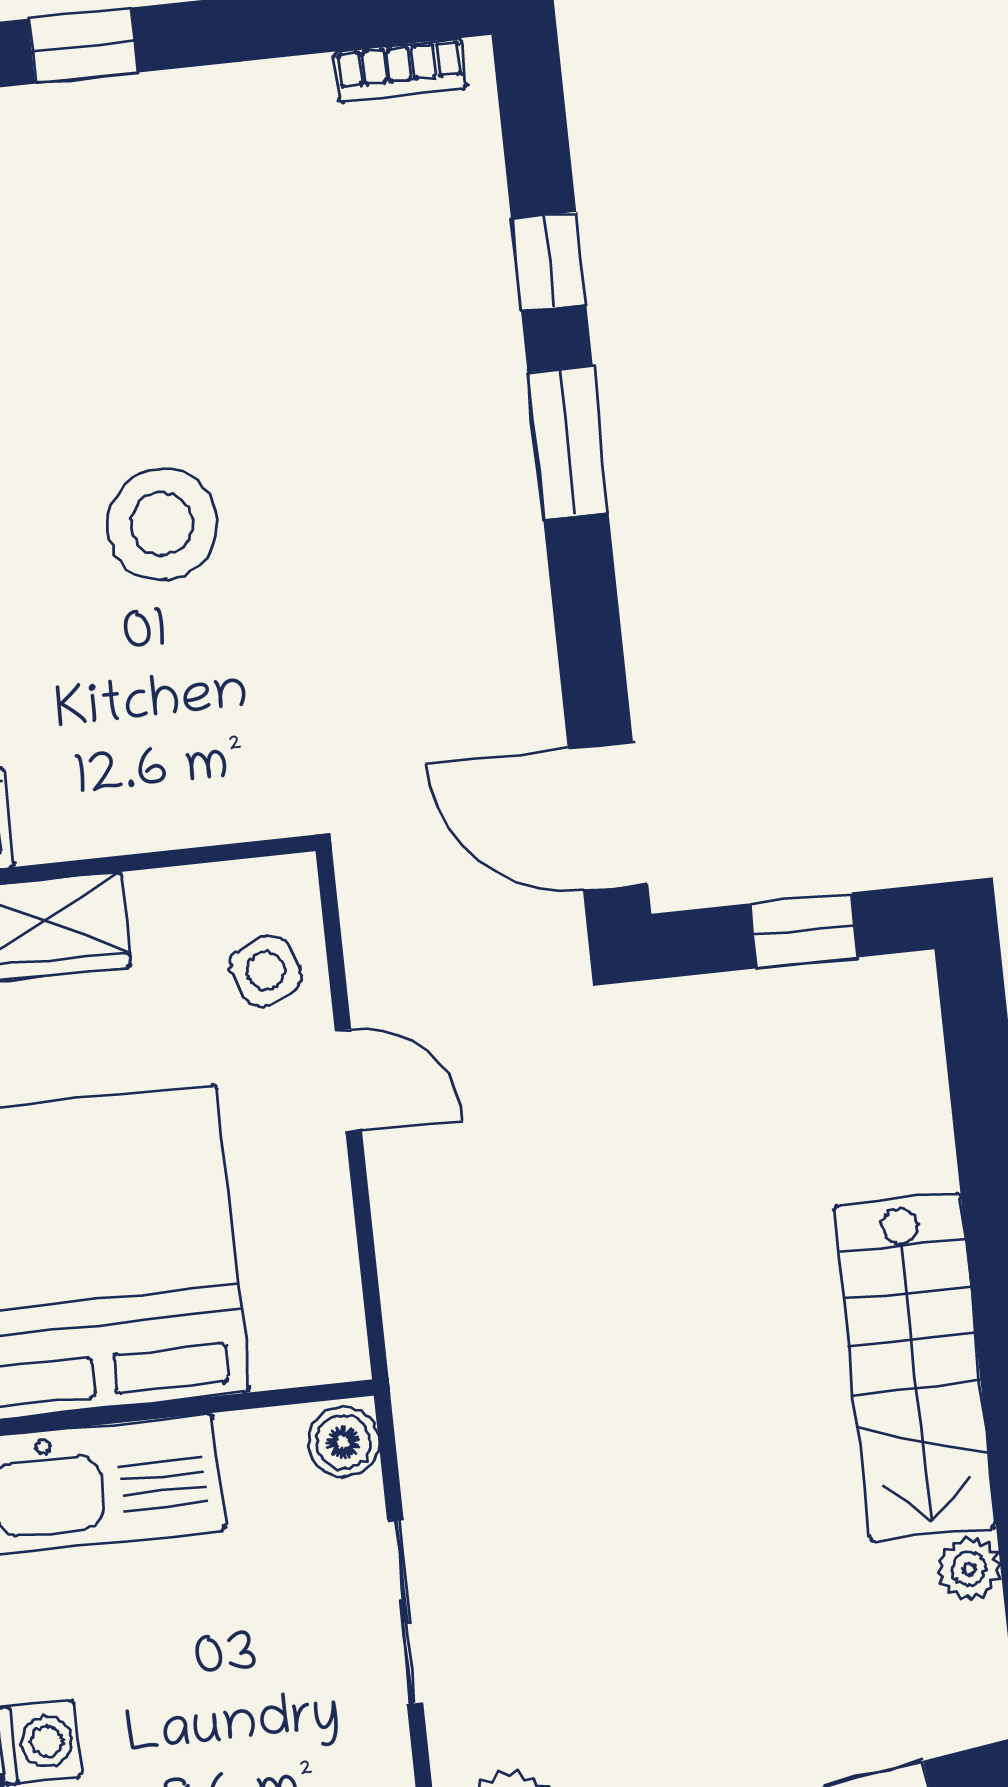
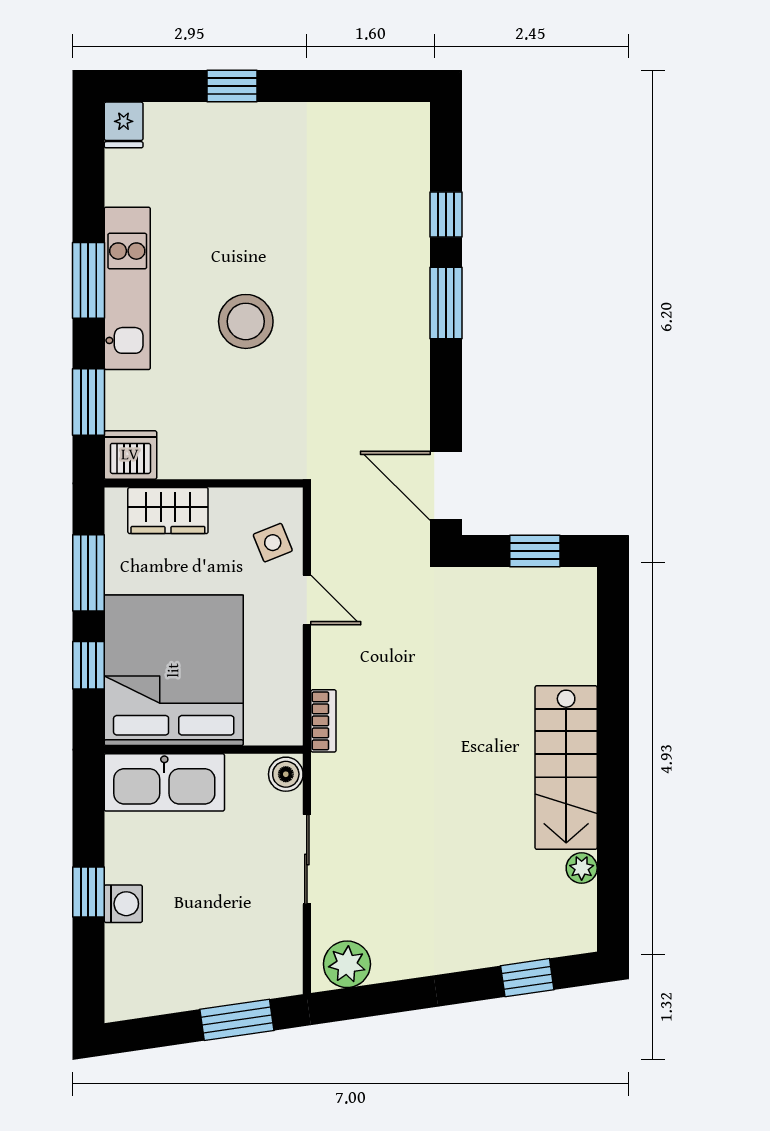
bookcase: (400, 70) -> (323, 721), moved, turned -90

